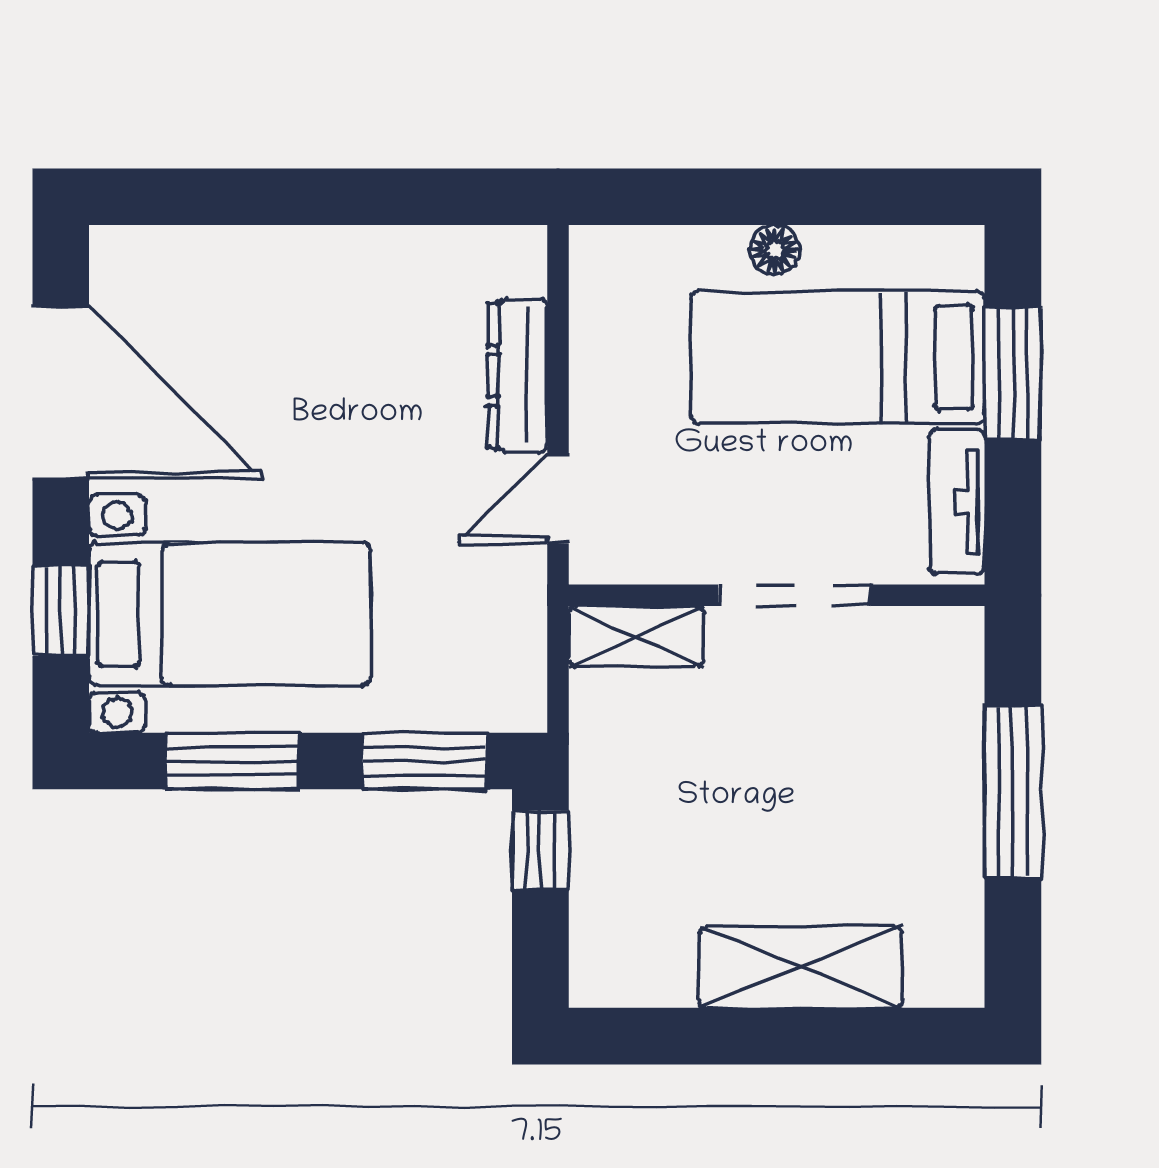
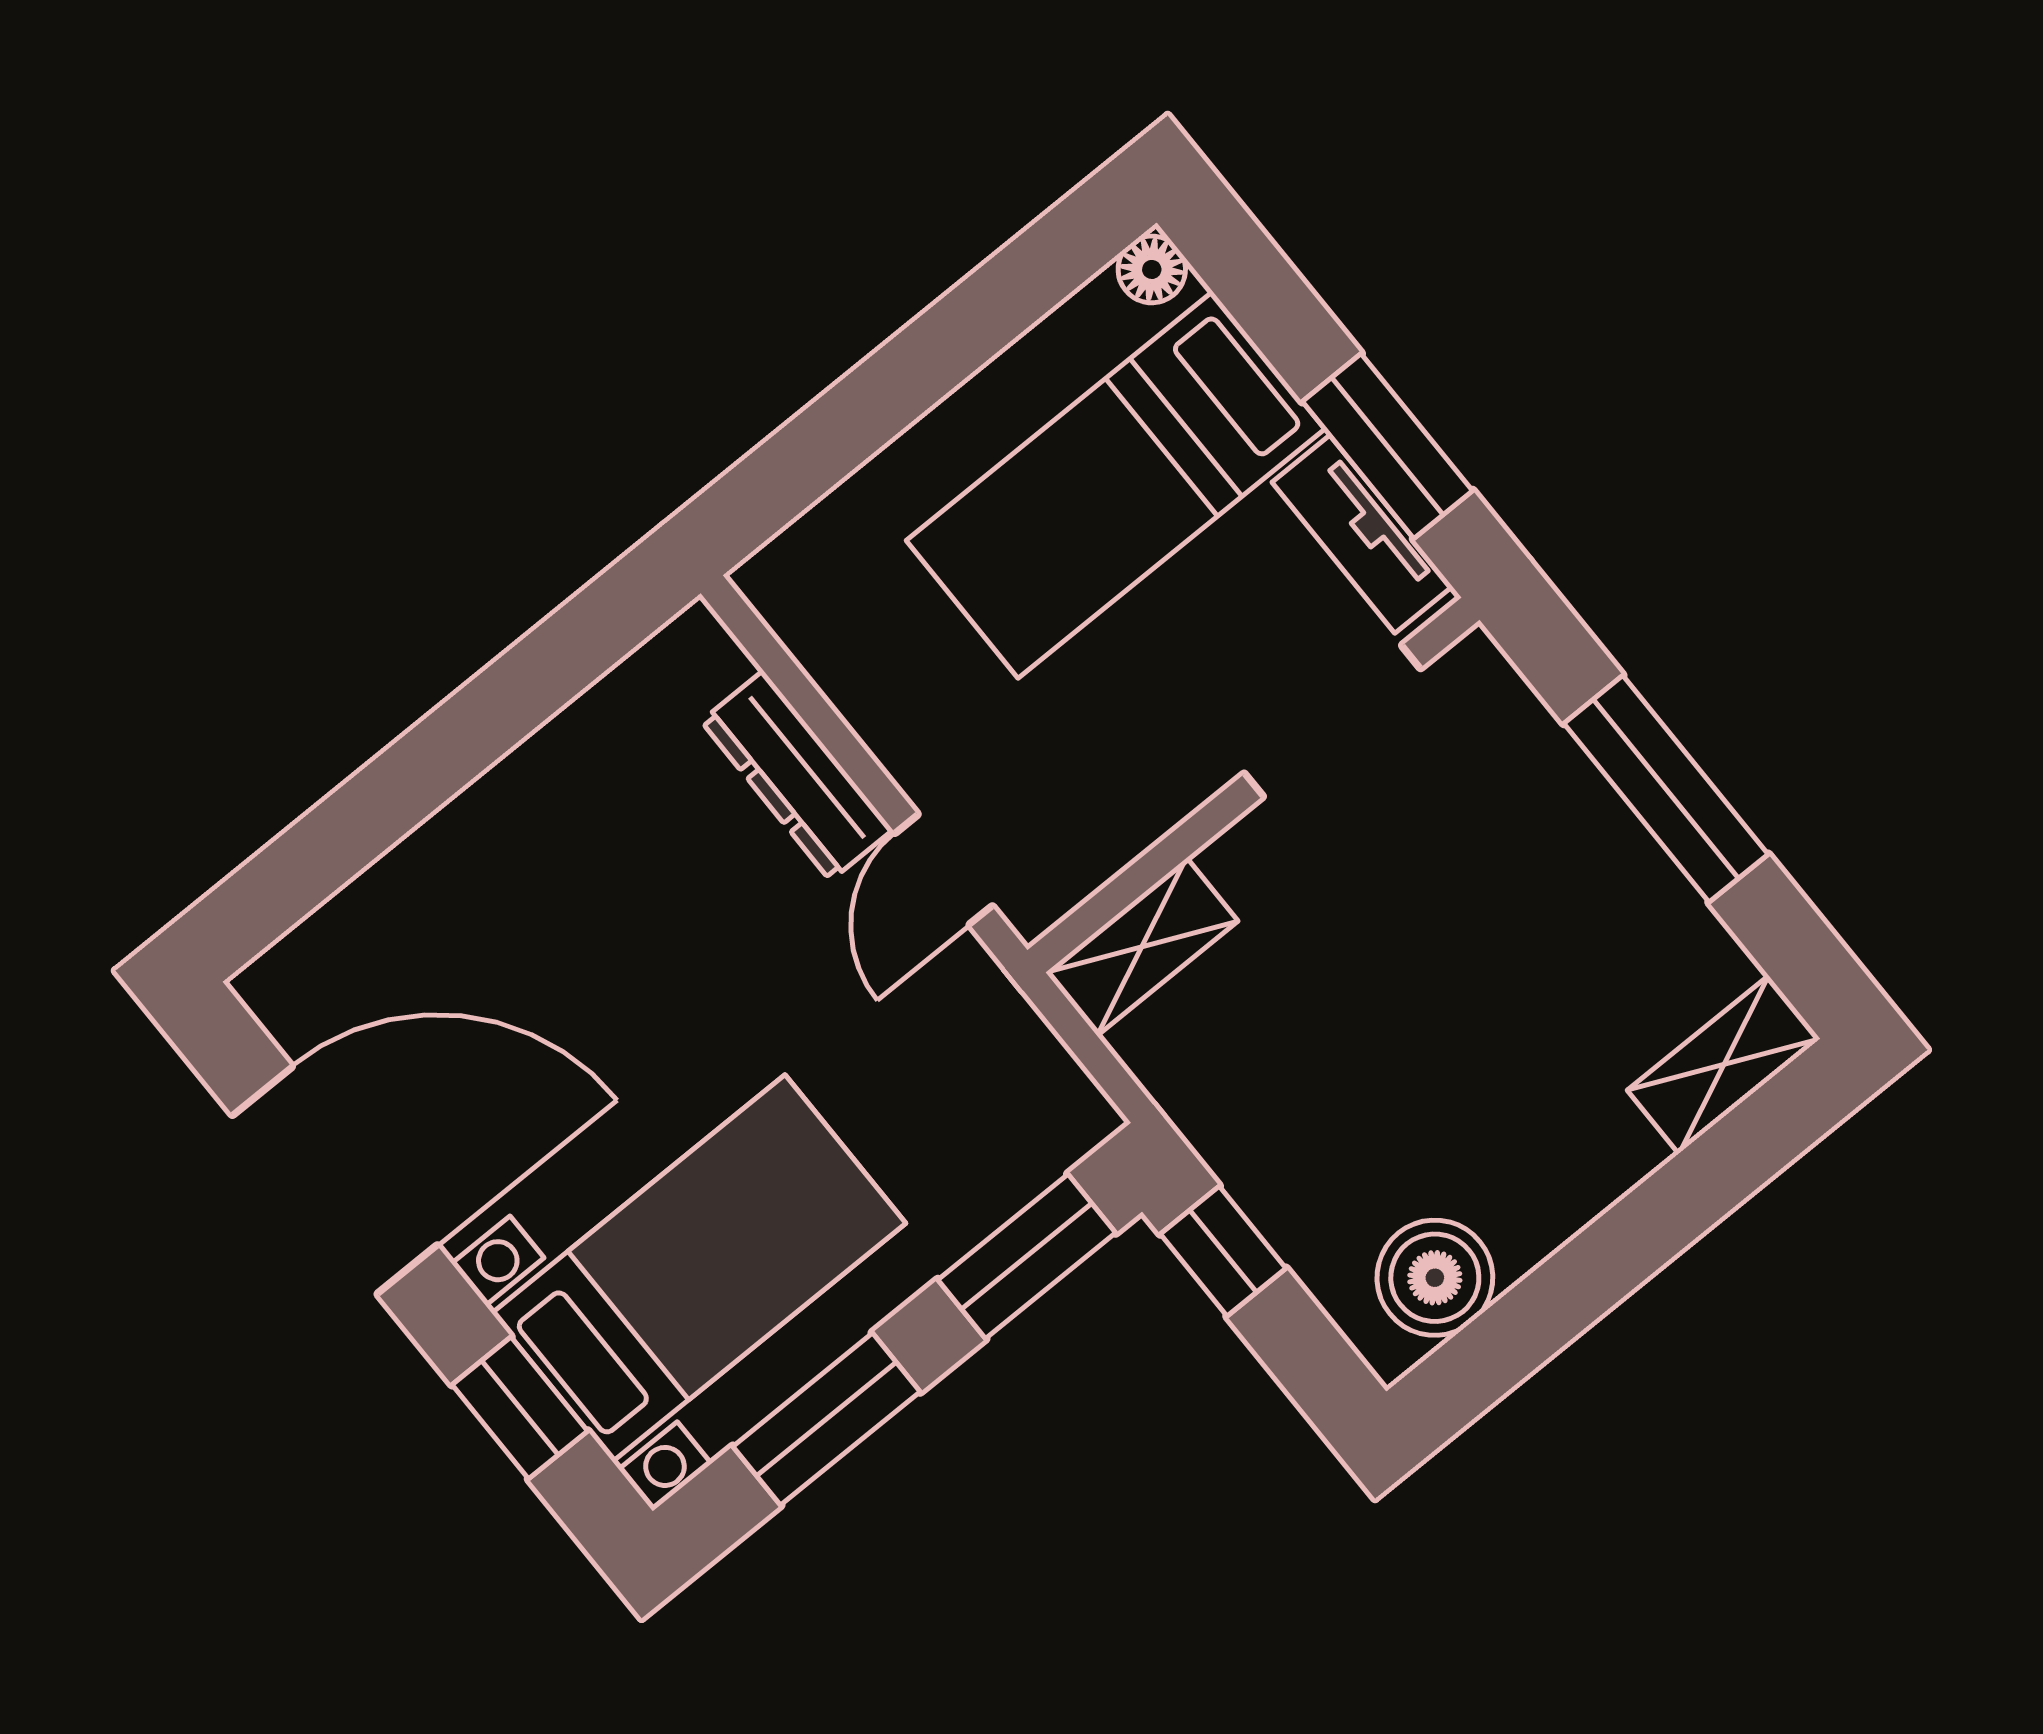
floor lamp: (775, 250) -> (1152, 269), moved
window: (1013, 373) -> (1387, 446), moved
doorway: (794, 595) -> (1332, 721), moved
boiler: (650, 965) -> (1435, 1278), added
shelving: (800, 967) -> (1724, 1065), moved, width x0.67, depth x0.75

